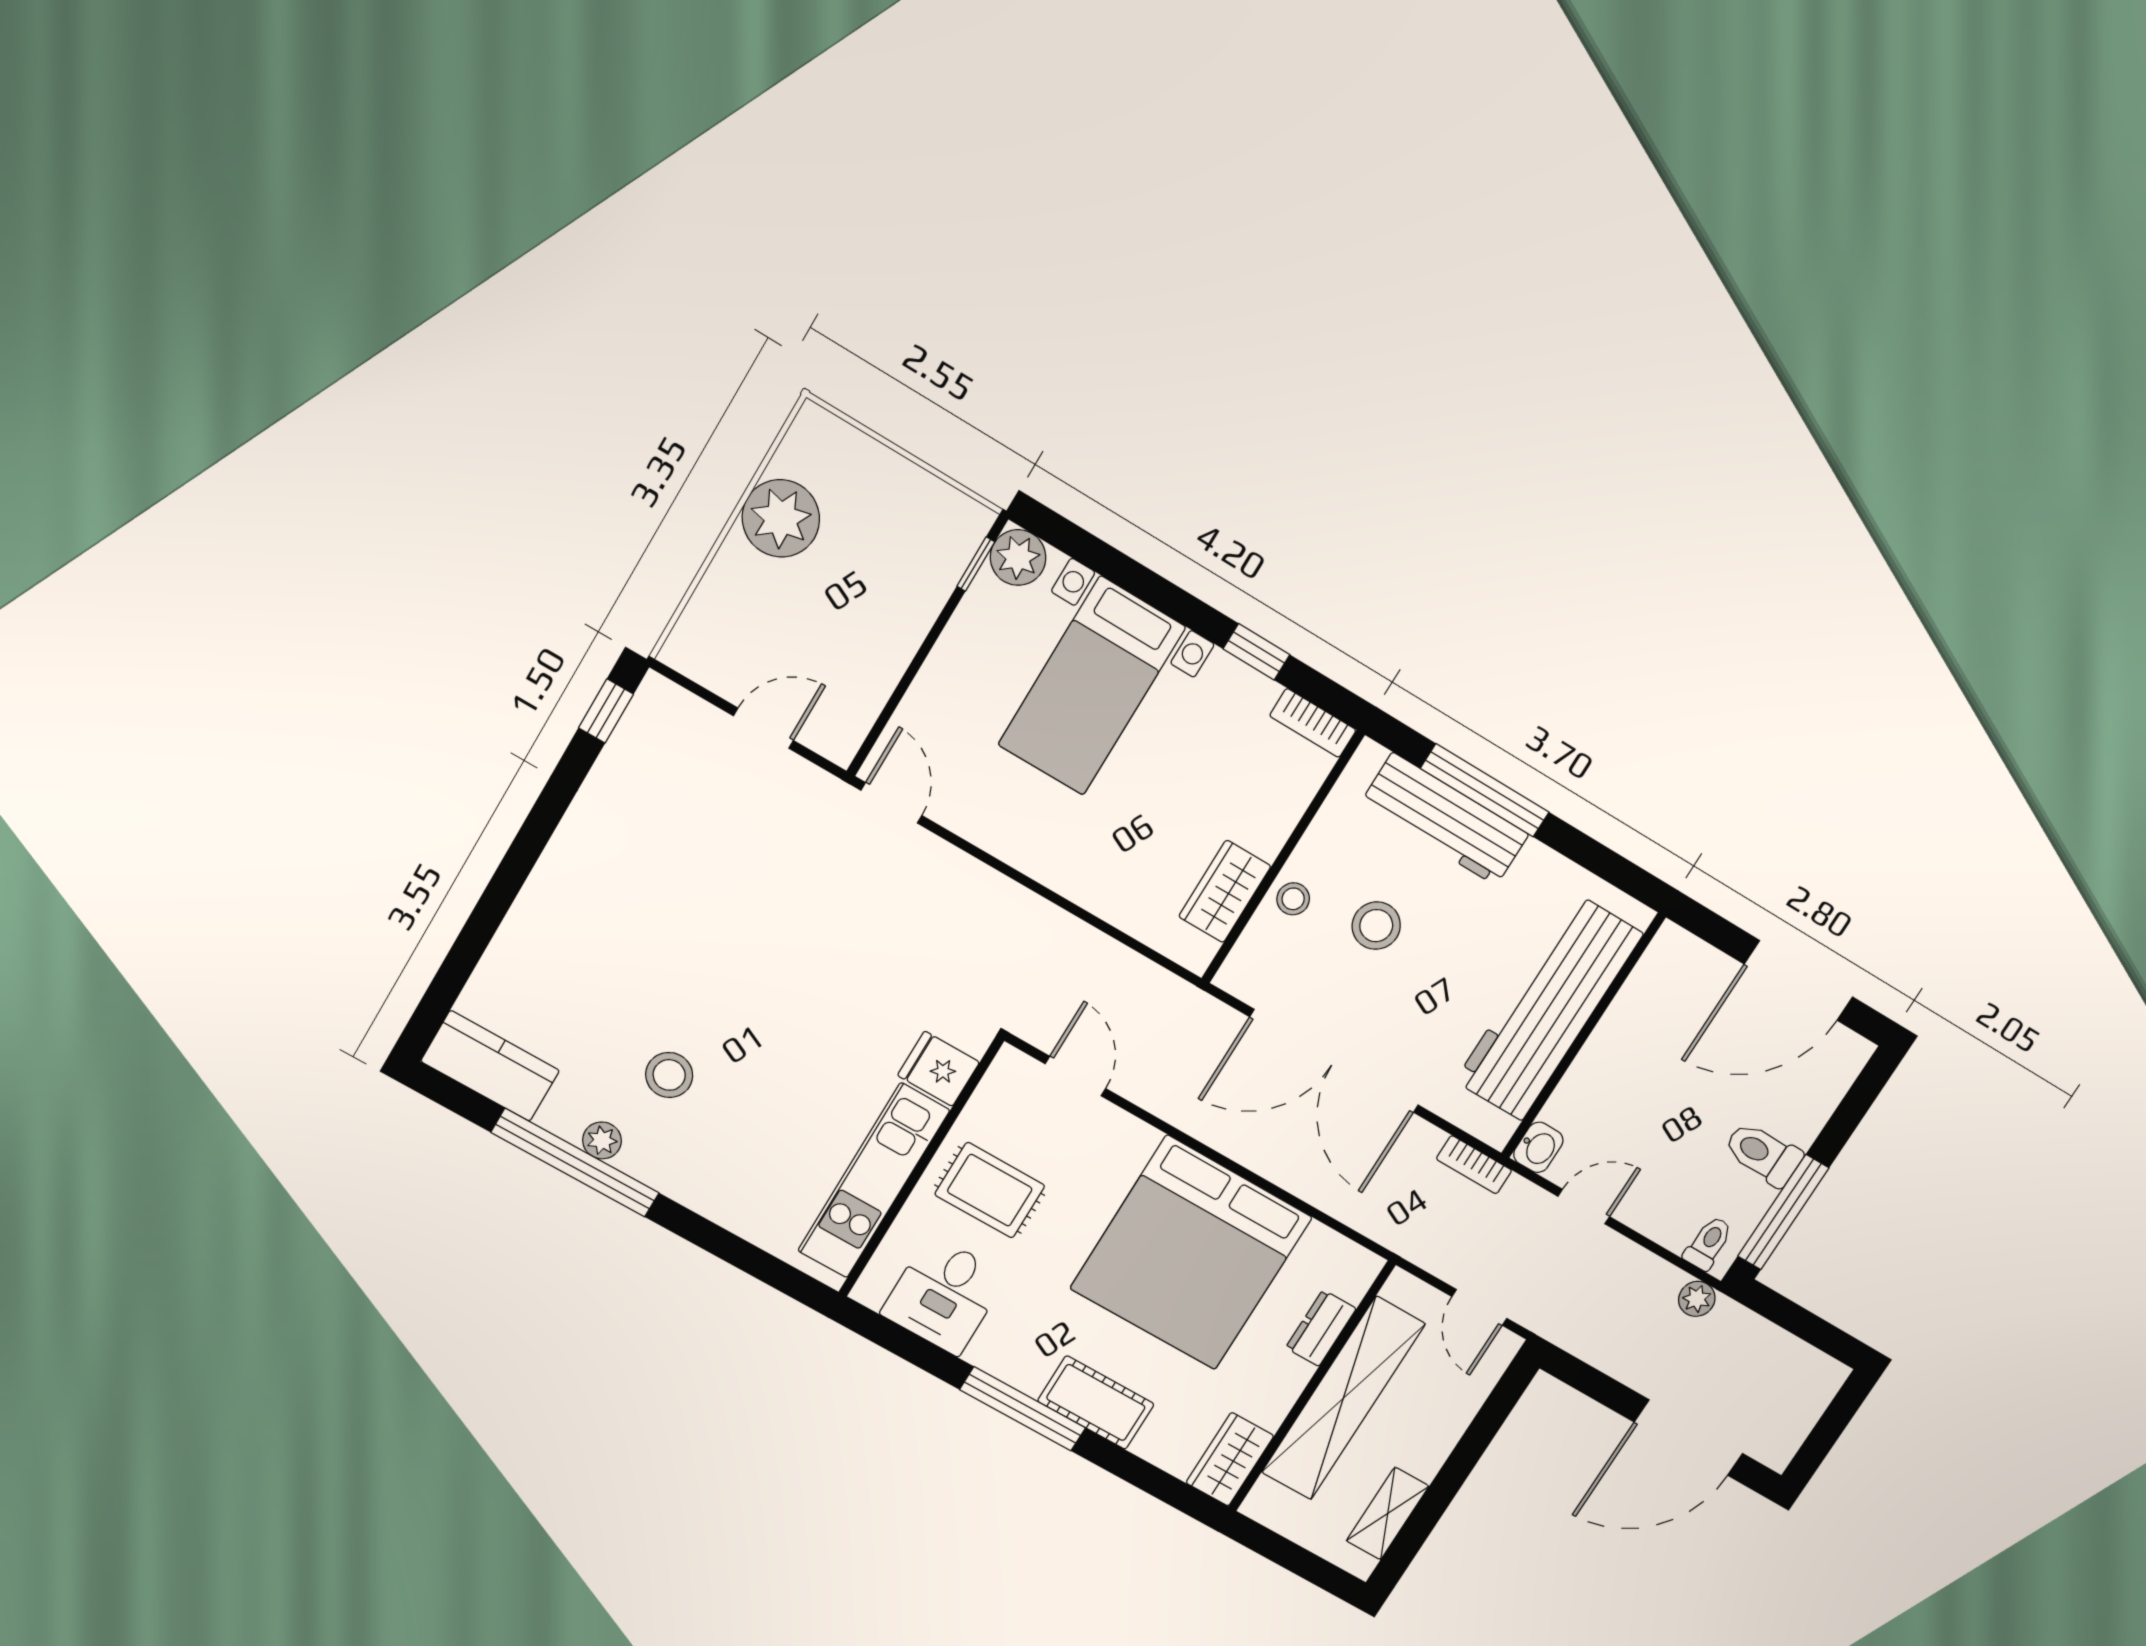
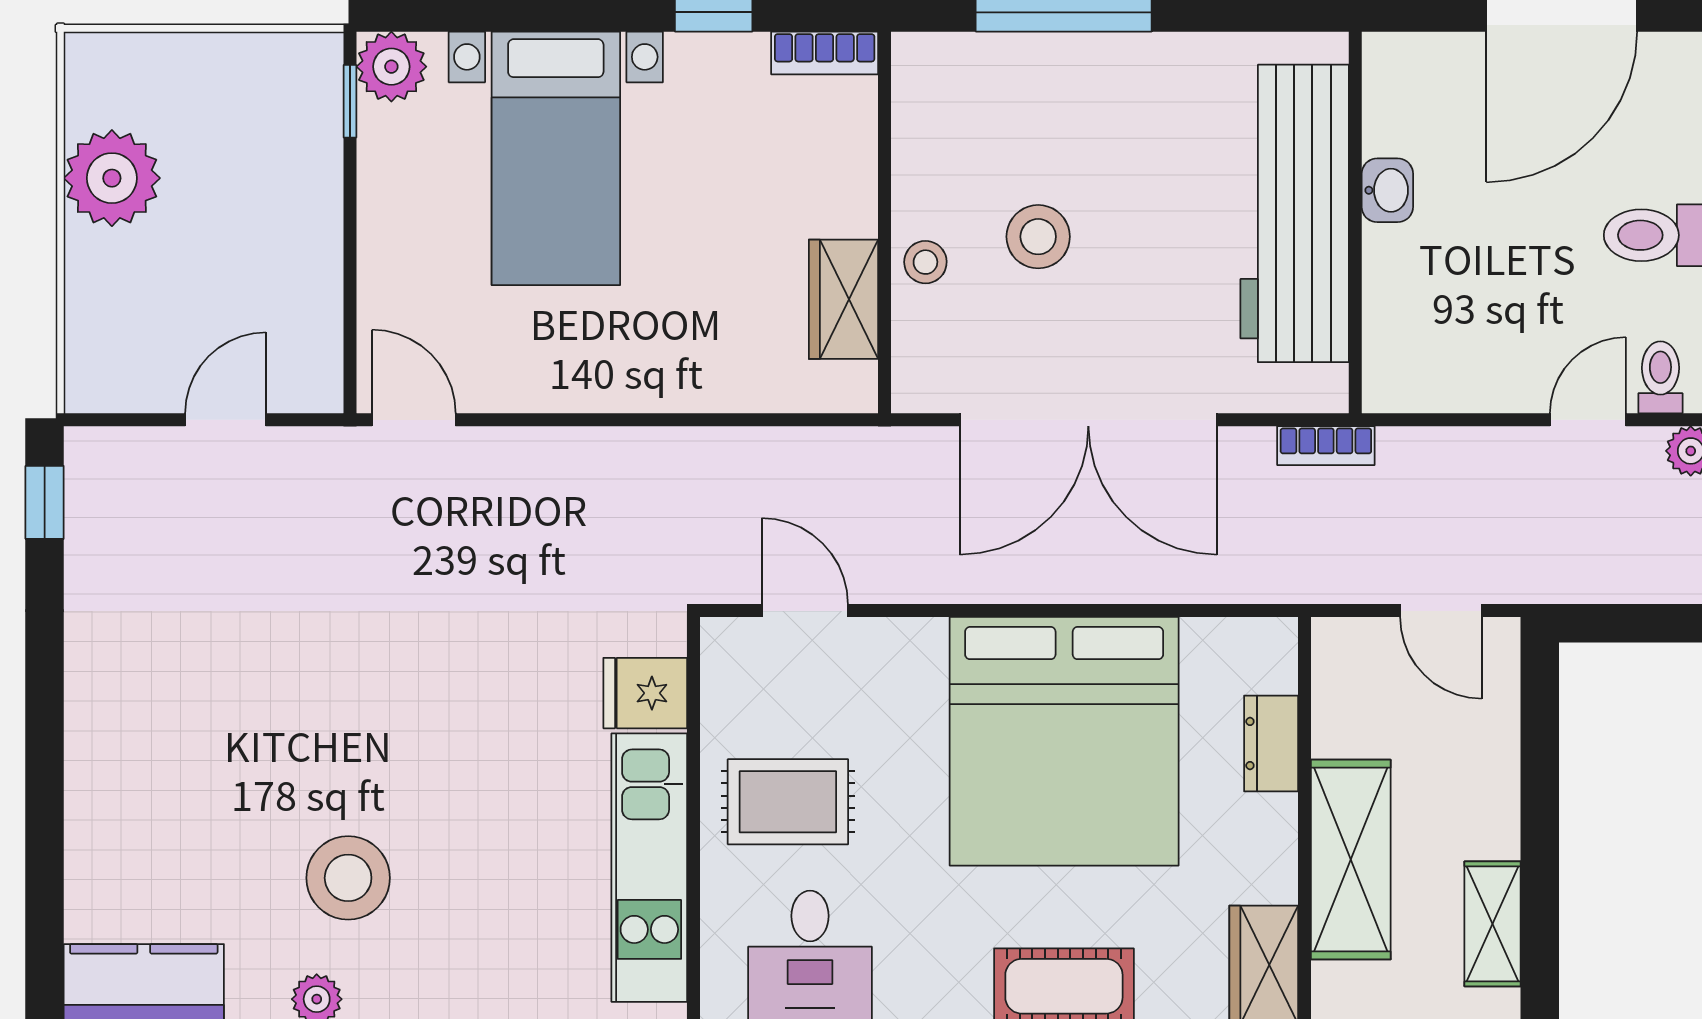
workbench: (1445, 819) -> (1039, 72), removed
stool: (669, 1075) -> (348, 878), width x1.38, depth x1.38
washbasin: (1538, 1147) -> (1387, 190), moved
door: (1584, 1207) -> (1588, 420), moved
shelving: (1343, 1398) -> (1351, 860), width x0.68

